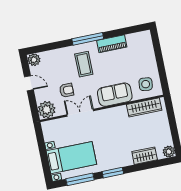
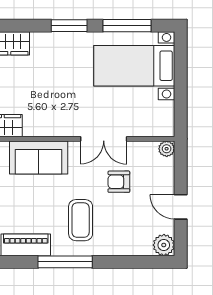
plant: (47, 110) -> (167, 149), width x0.53, depth x0.53

